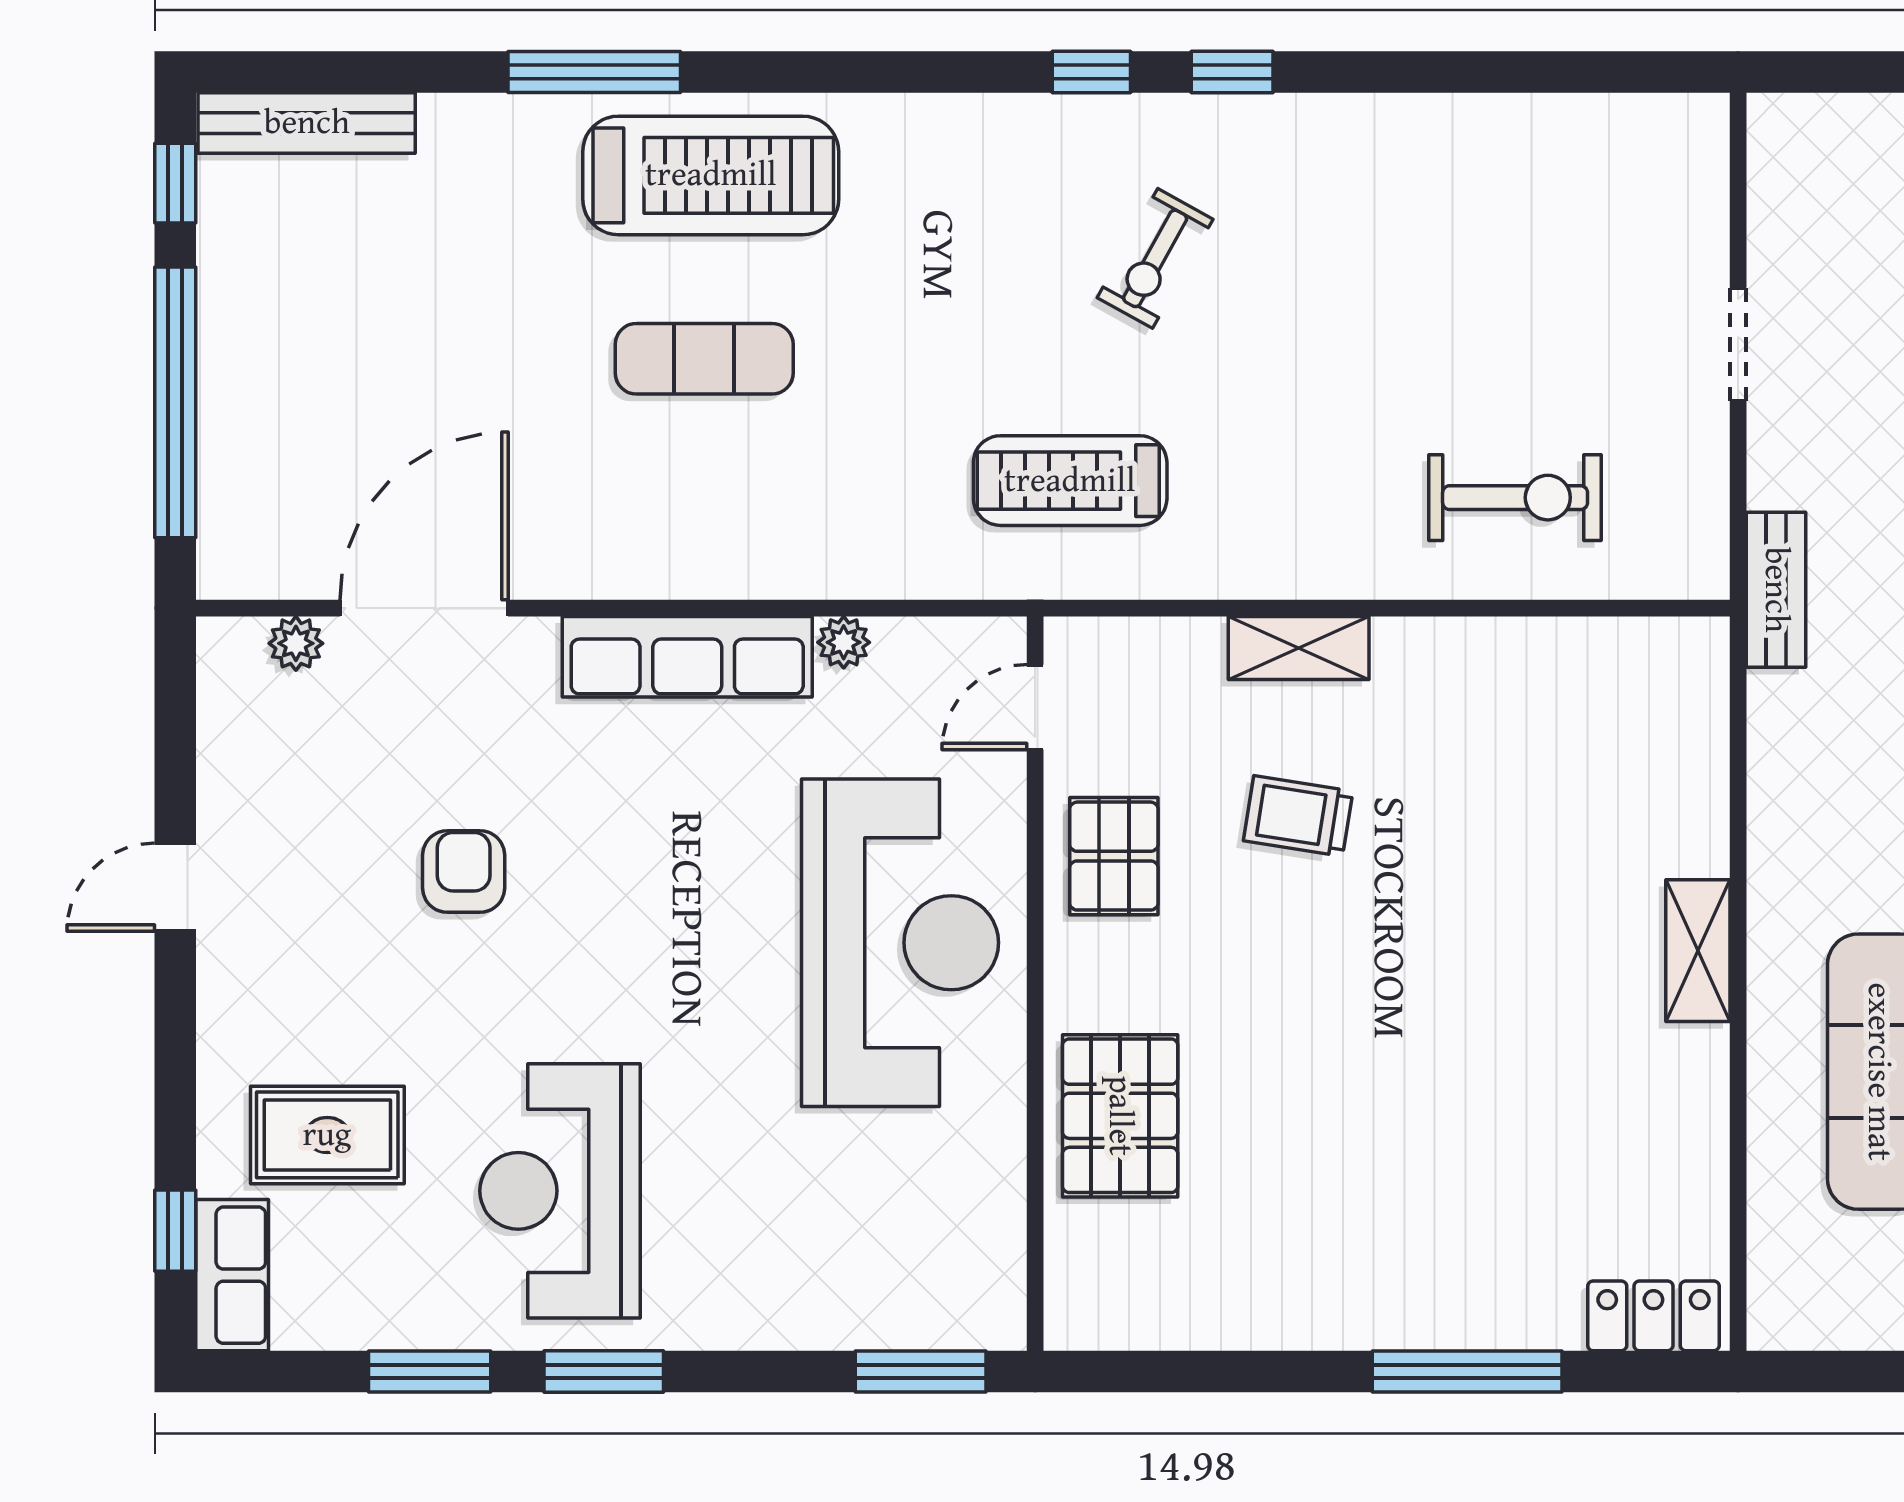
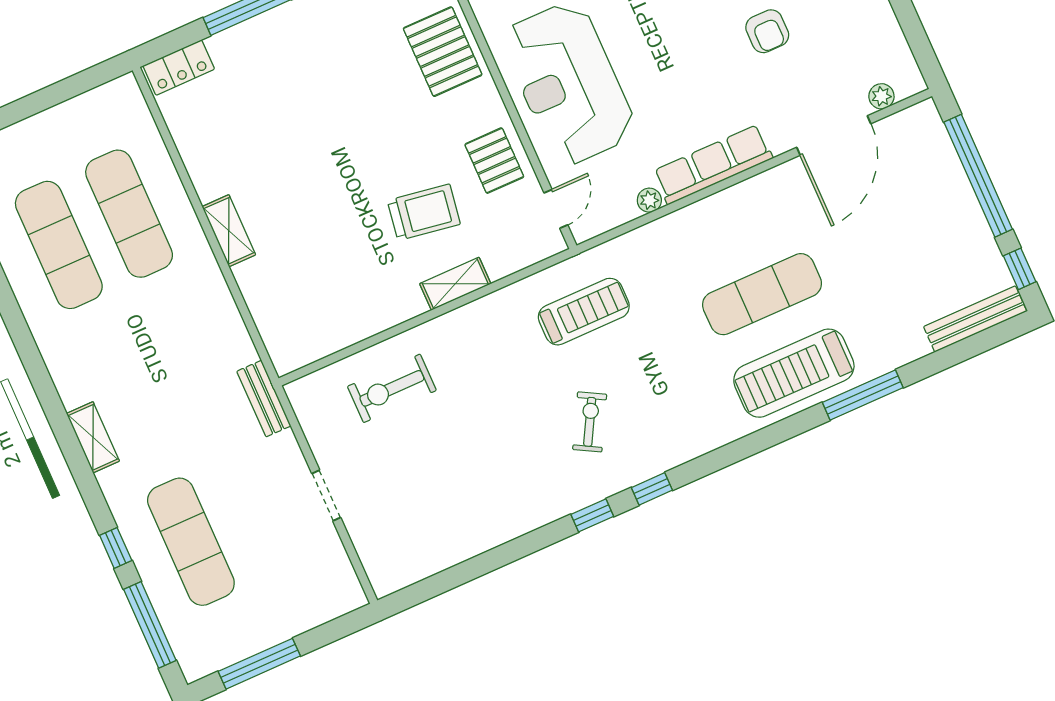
exercise mat: (704, 359) -> (762, 294), width x1.36, depth x1.45
trolley: (1298, 816) -> (424, 212), width x1.36, depth x1.39

